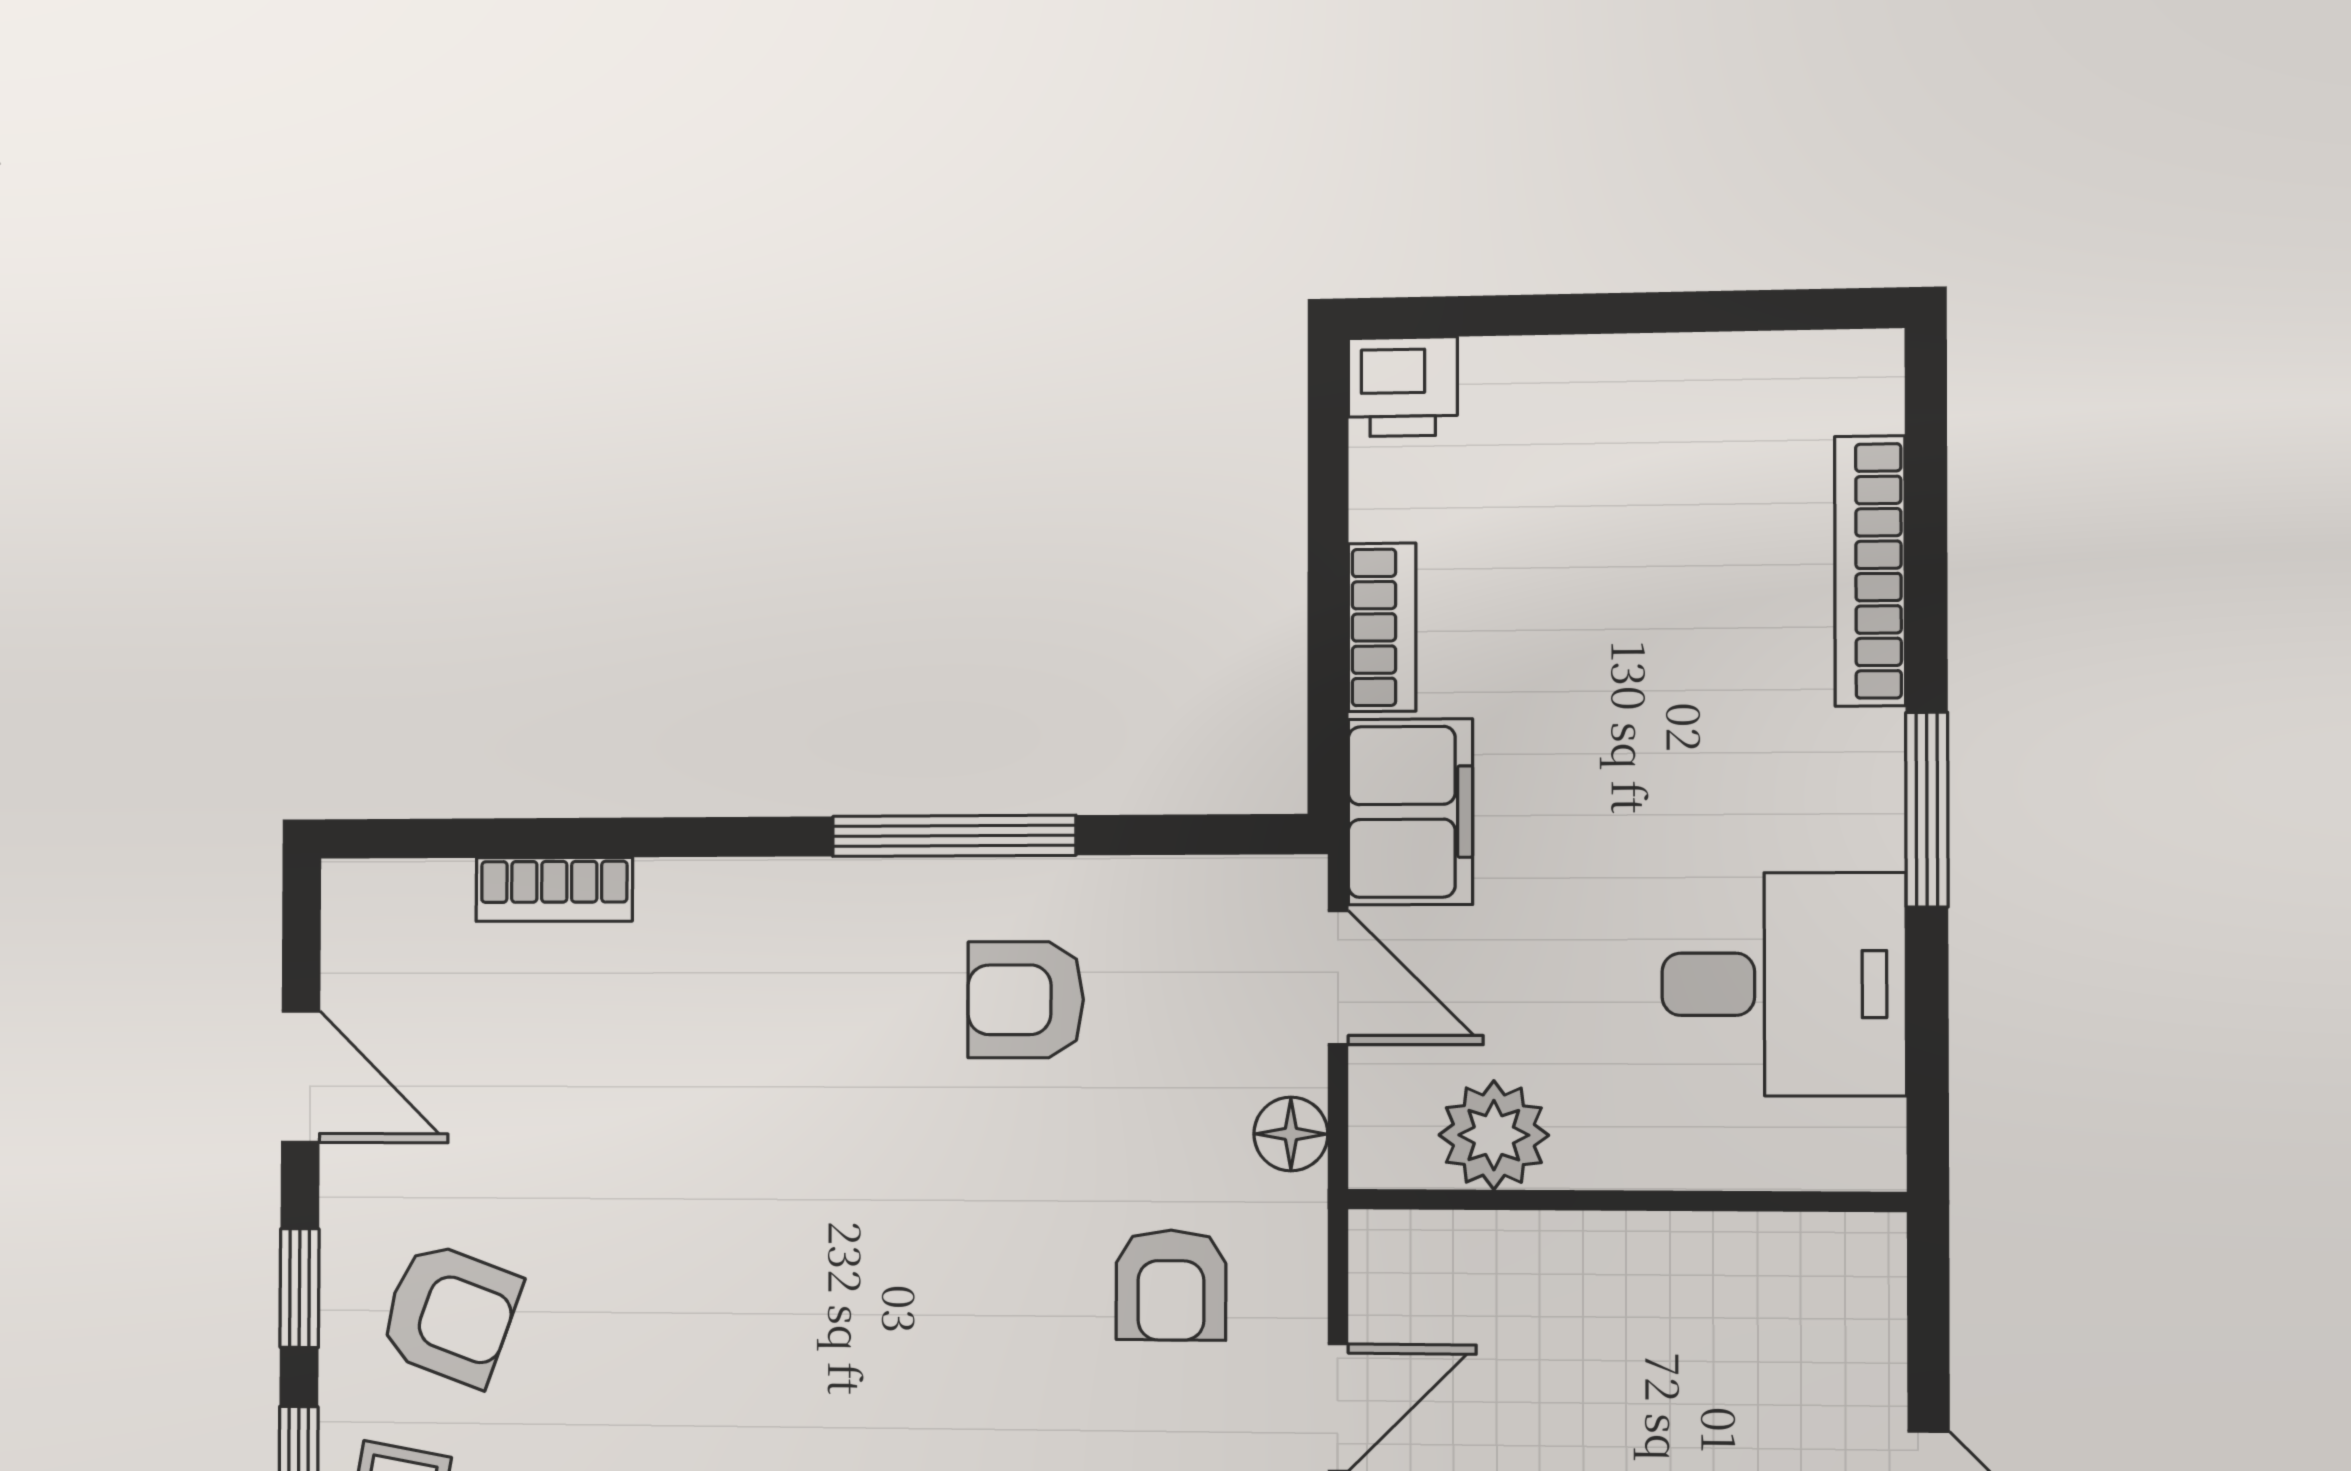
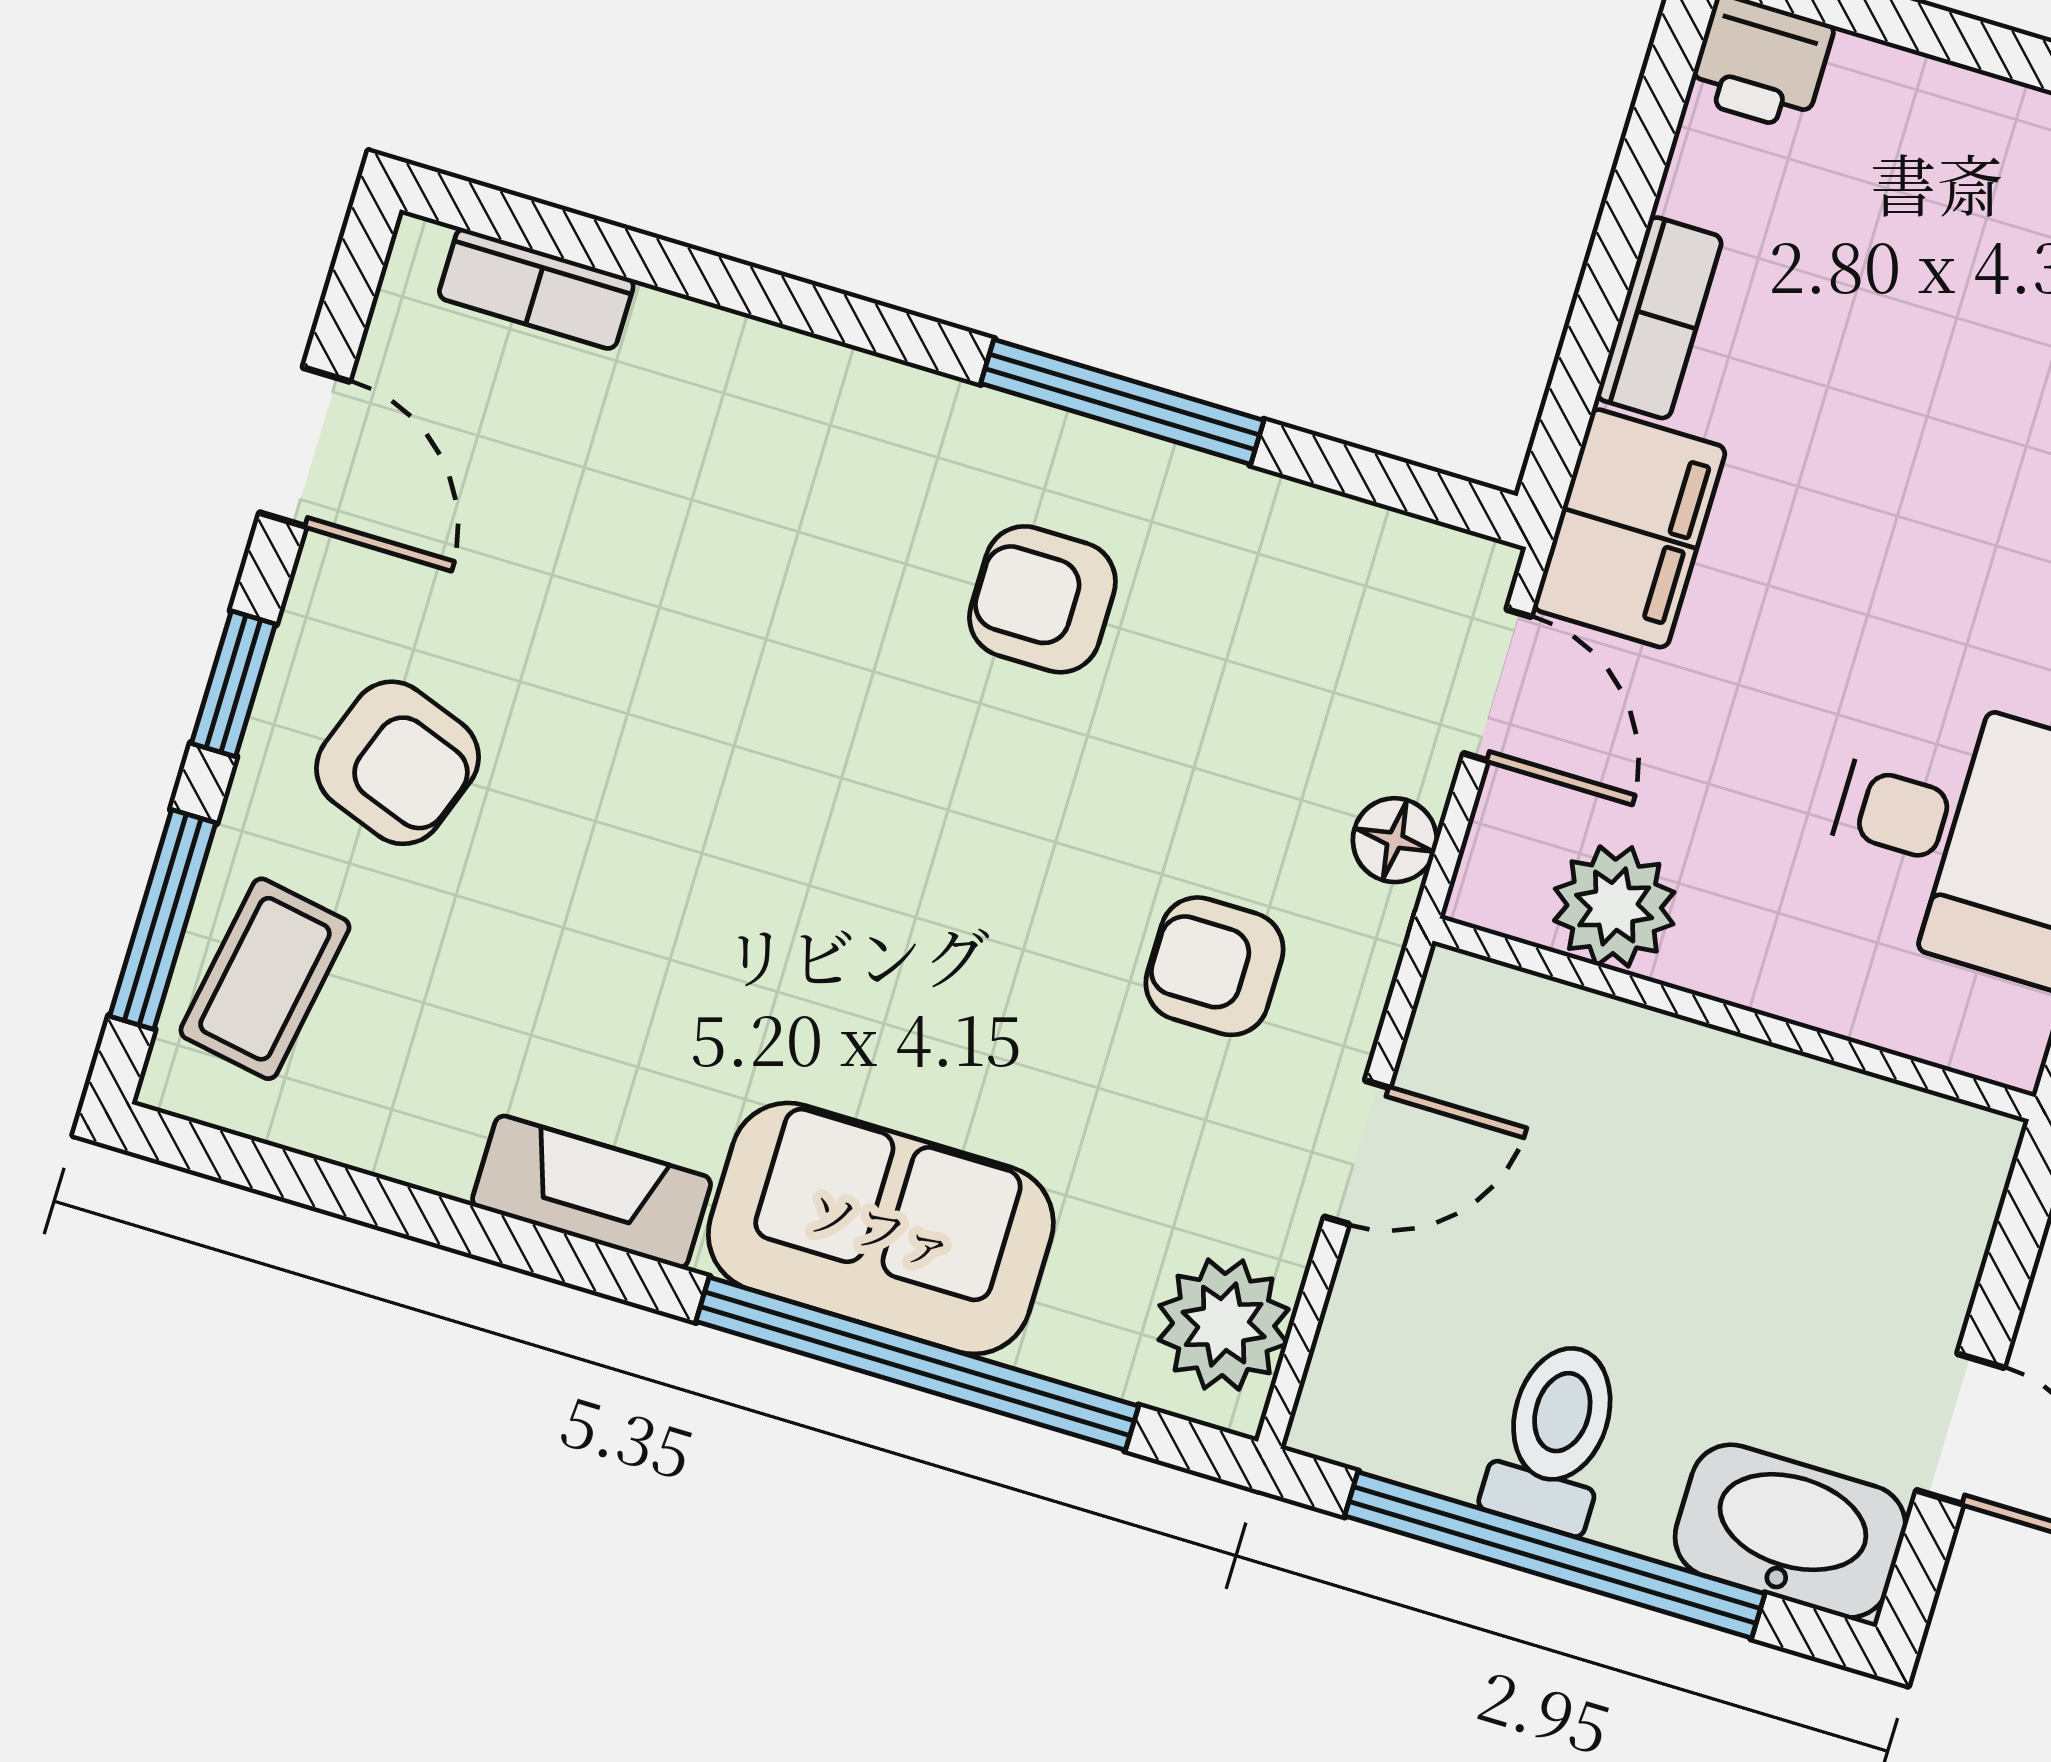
bookcase: (554, 889) -> (536, 289), moved
armchair: (1026, 1000) -> (1042, 599), moved
armchair: (1171, 1285) -> (1214, 966), turned 90

